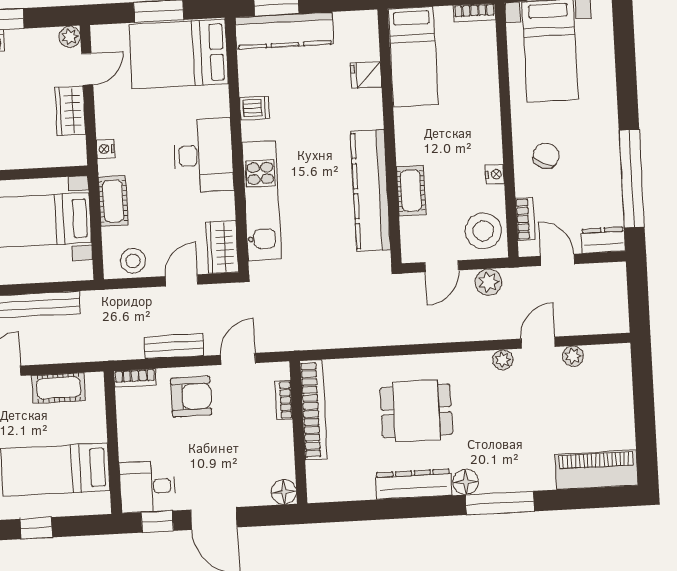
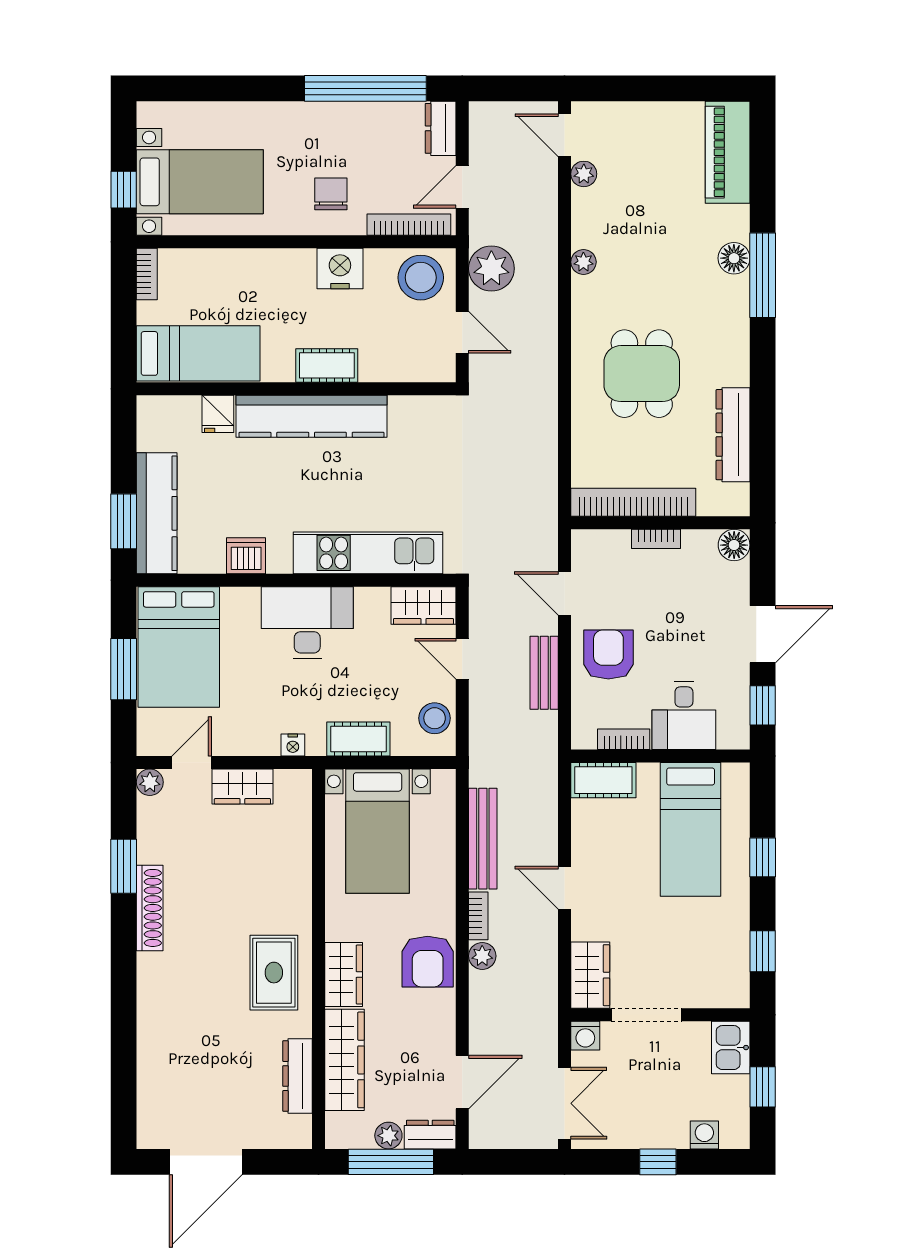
door: (87, 69) -> (192, 762), hinge flipped
dishwasher: (254, 108) -> (246, 556), width x1.38
chair: (546, 156) -> (331, 194), turned 69
nightstand: (495, 174) -> (340, 269), width x1.89, depth x1.79
kitchen counter: (370, 190) -> (312, 416), moved
cot: (411, 191) -> (327, 365), moved
bookcase: (525, 219) -> (409, 225), width x1.56
plant: (489, 282) -> (491, 269), width x1.36, depth x1.36
door: (538, 343) -> (565, 135), moved
bookcase: (135, 378) -> (624, 739), moved, turned -90
cot: (58, 388) -> (603, 780), moved, turned 90
bookcase: (284, 400) -> (656, 539), moved
floor lamp: (466, 482) -> (734, 258), moved
dresser: (413, 484) -> (733, 435), moved
desk: (147, 487) -> (684, 715), moved

